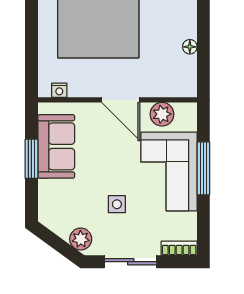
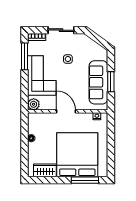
plant: (162, 114) -> (34, 104), moved
sofa: (56, 146) -> (98, 82), width x1.36
window: (203, 168) -> (24, 56), moved
plant: (81, 239) -> (86, 42), removed

